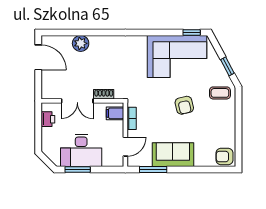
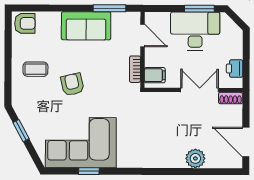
window: (192, 32) -> (89, 171), moved
coffee table: (220, 93) -> (35, 69), moved
shoe rack: (104, 94) -> (231, 98), moved
door: (125, 147) -> (142, 35), swing flipped

